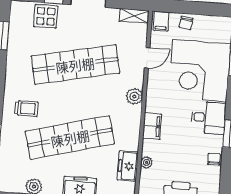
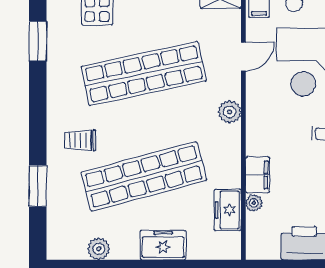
trolley: (26, 108) -> (80, 140), turned 180
filing cabinet: (152, 126) -> (258, 175), moved

